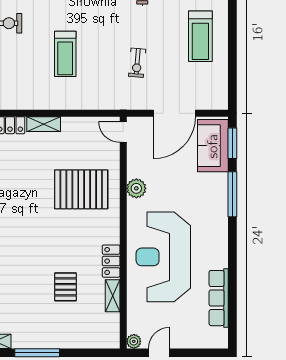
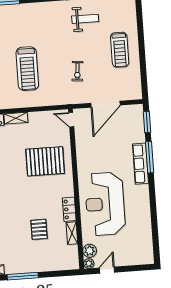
treadmill: (65, 54) -> (27, 69), width x1.37, depth x1.38
sofa: (213, 146) -> (134, 125), removed
plant: (136, 188) -> (90, 251), moved
row of seats: (219, 298) -> (141, 164), moved

